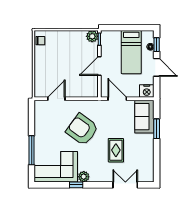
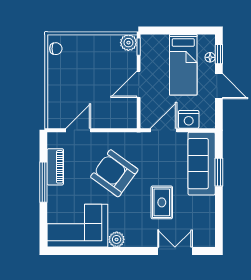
nightstand: (147, 91) -> (189, 119), moved
door: (117, 99) -> (164, 130), hinge flipped
sofa: (144, 117) -> (202, 164), width x1.36
piano: (40, 125) -> (55, 167), added
window: (32, 150) -> (43, 182), moved
window: (76, 185) -> (106, 251), removed

